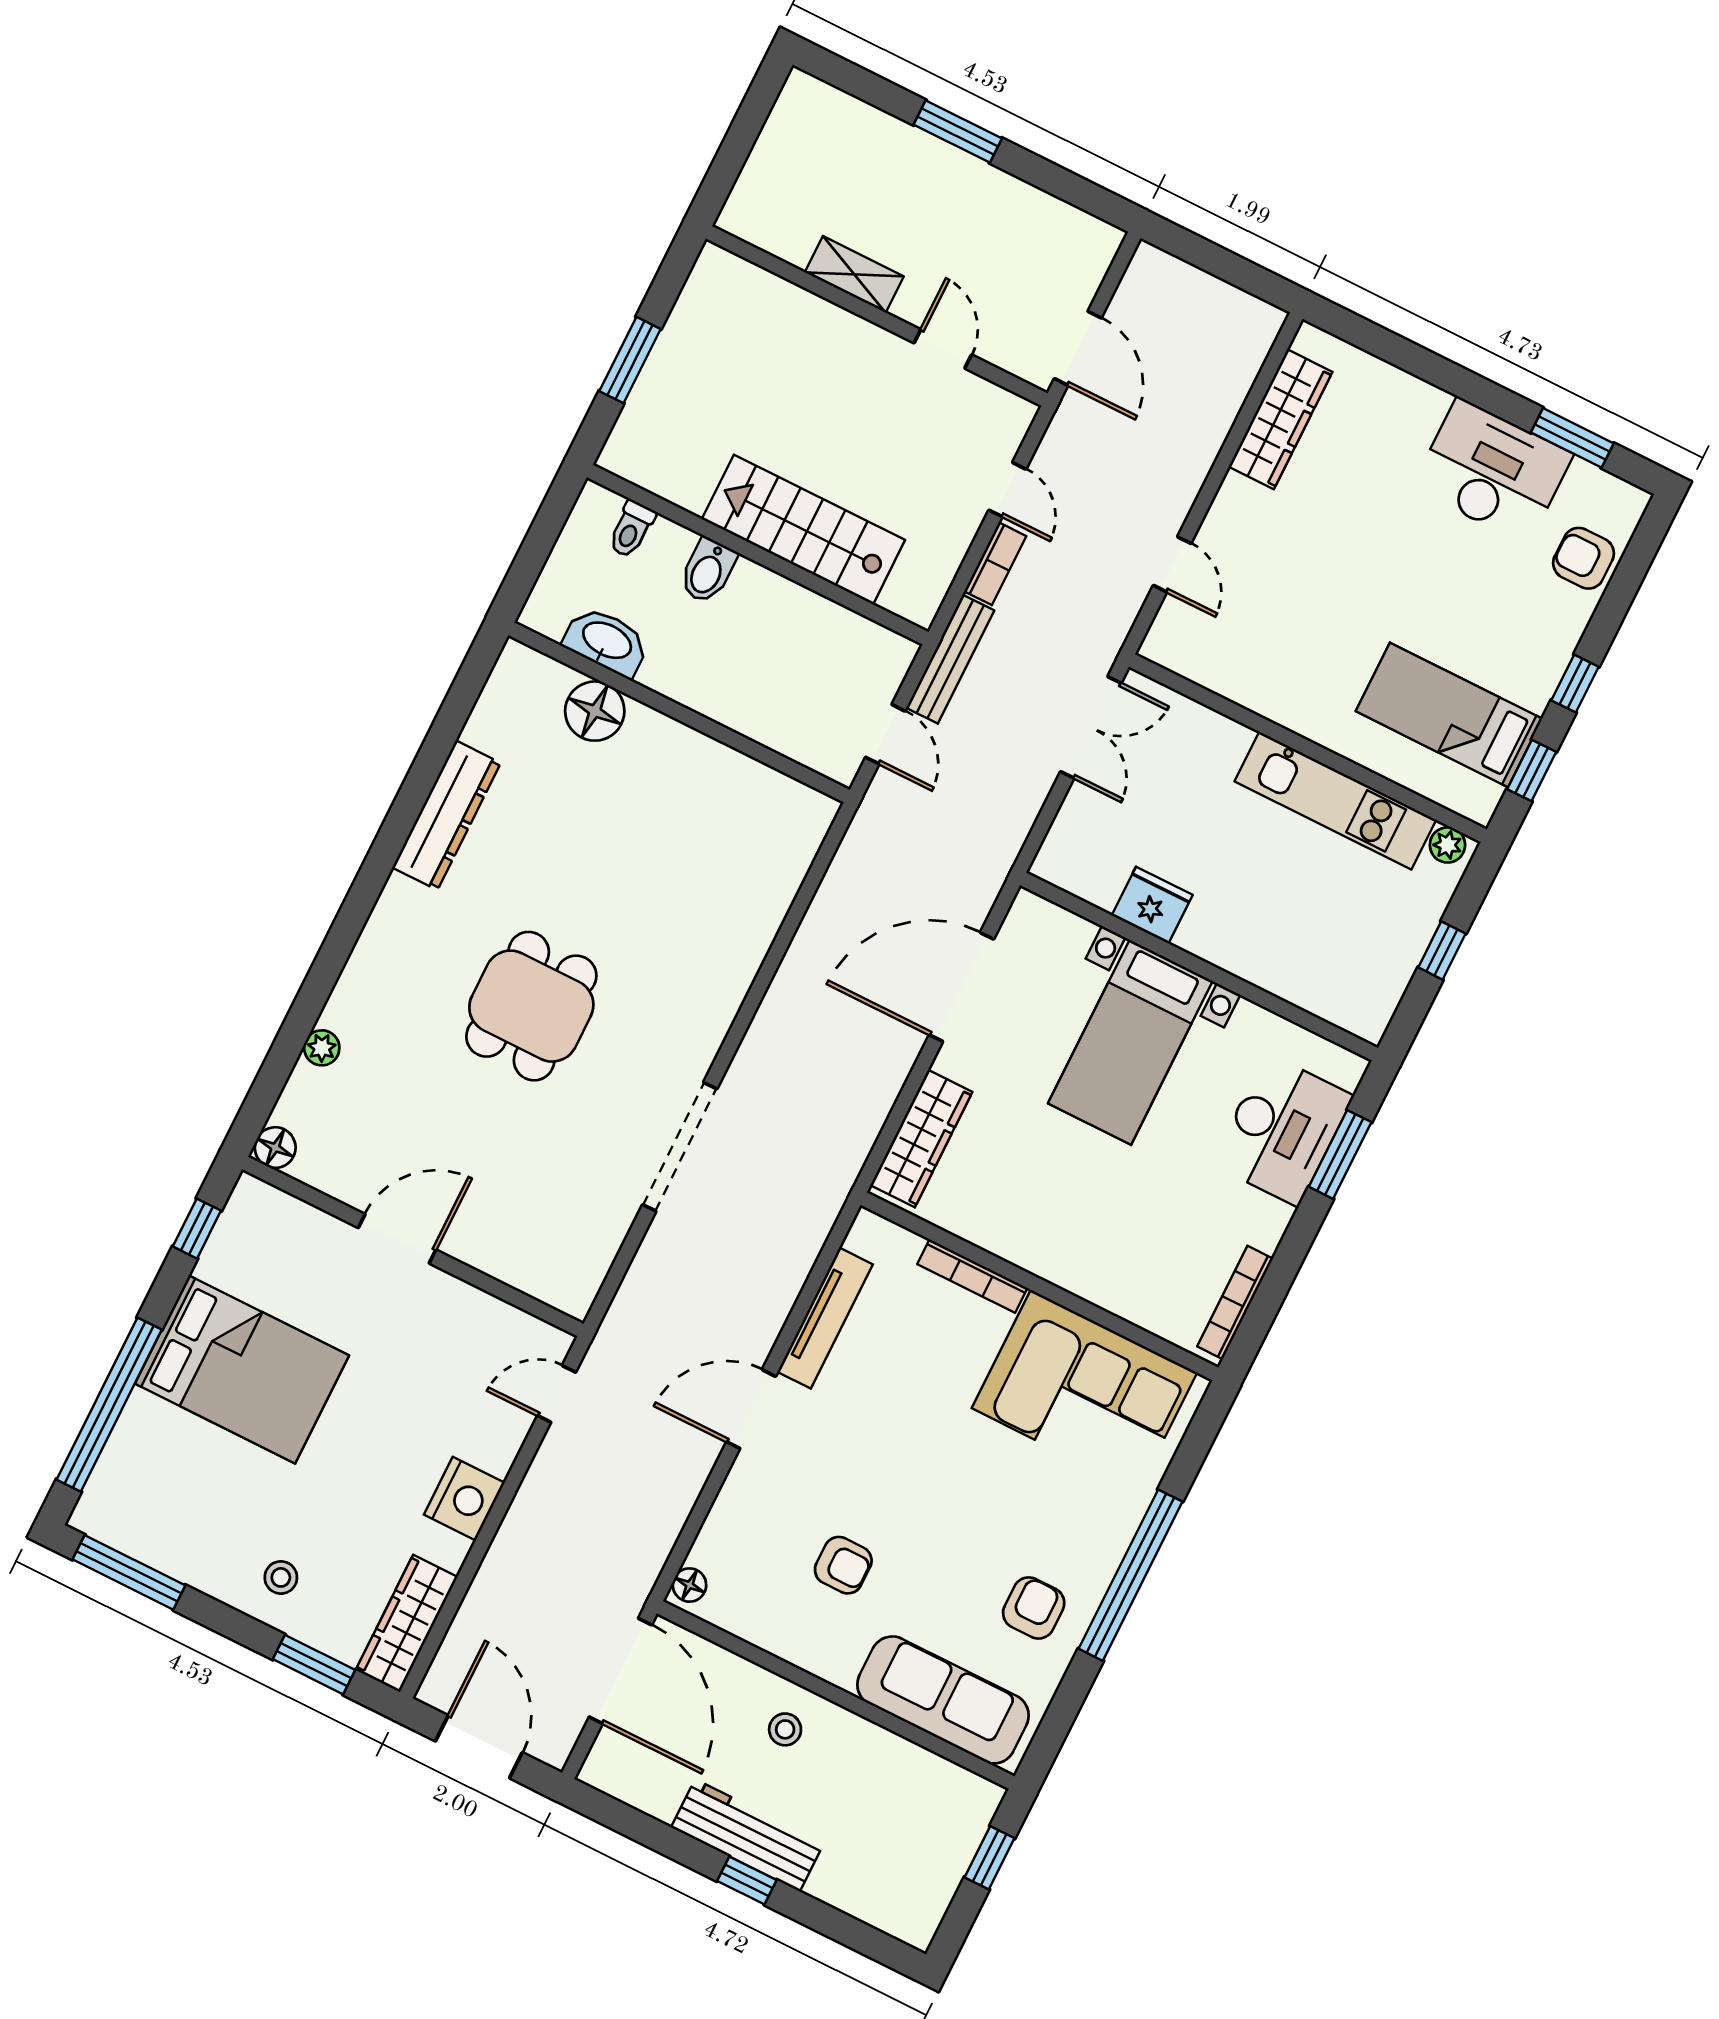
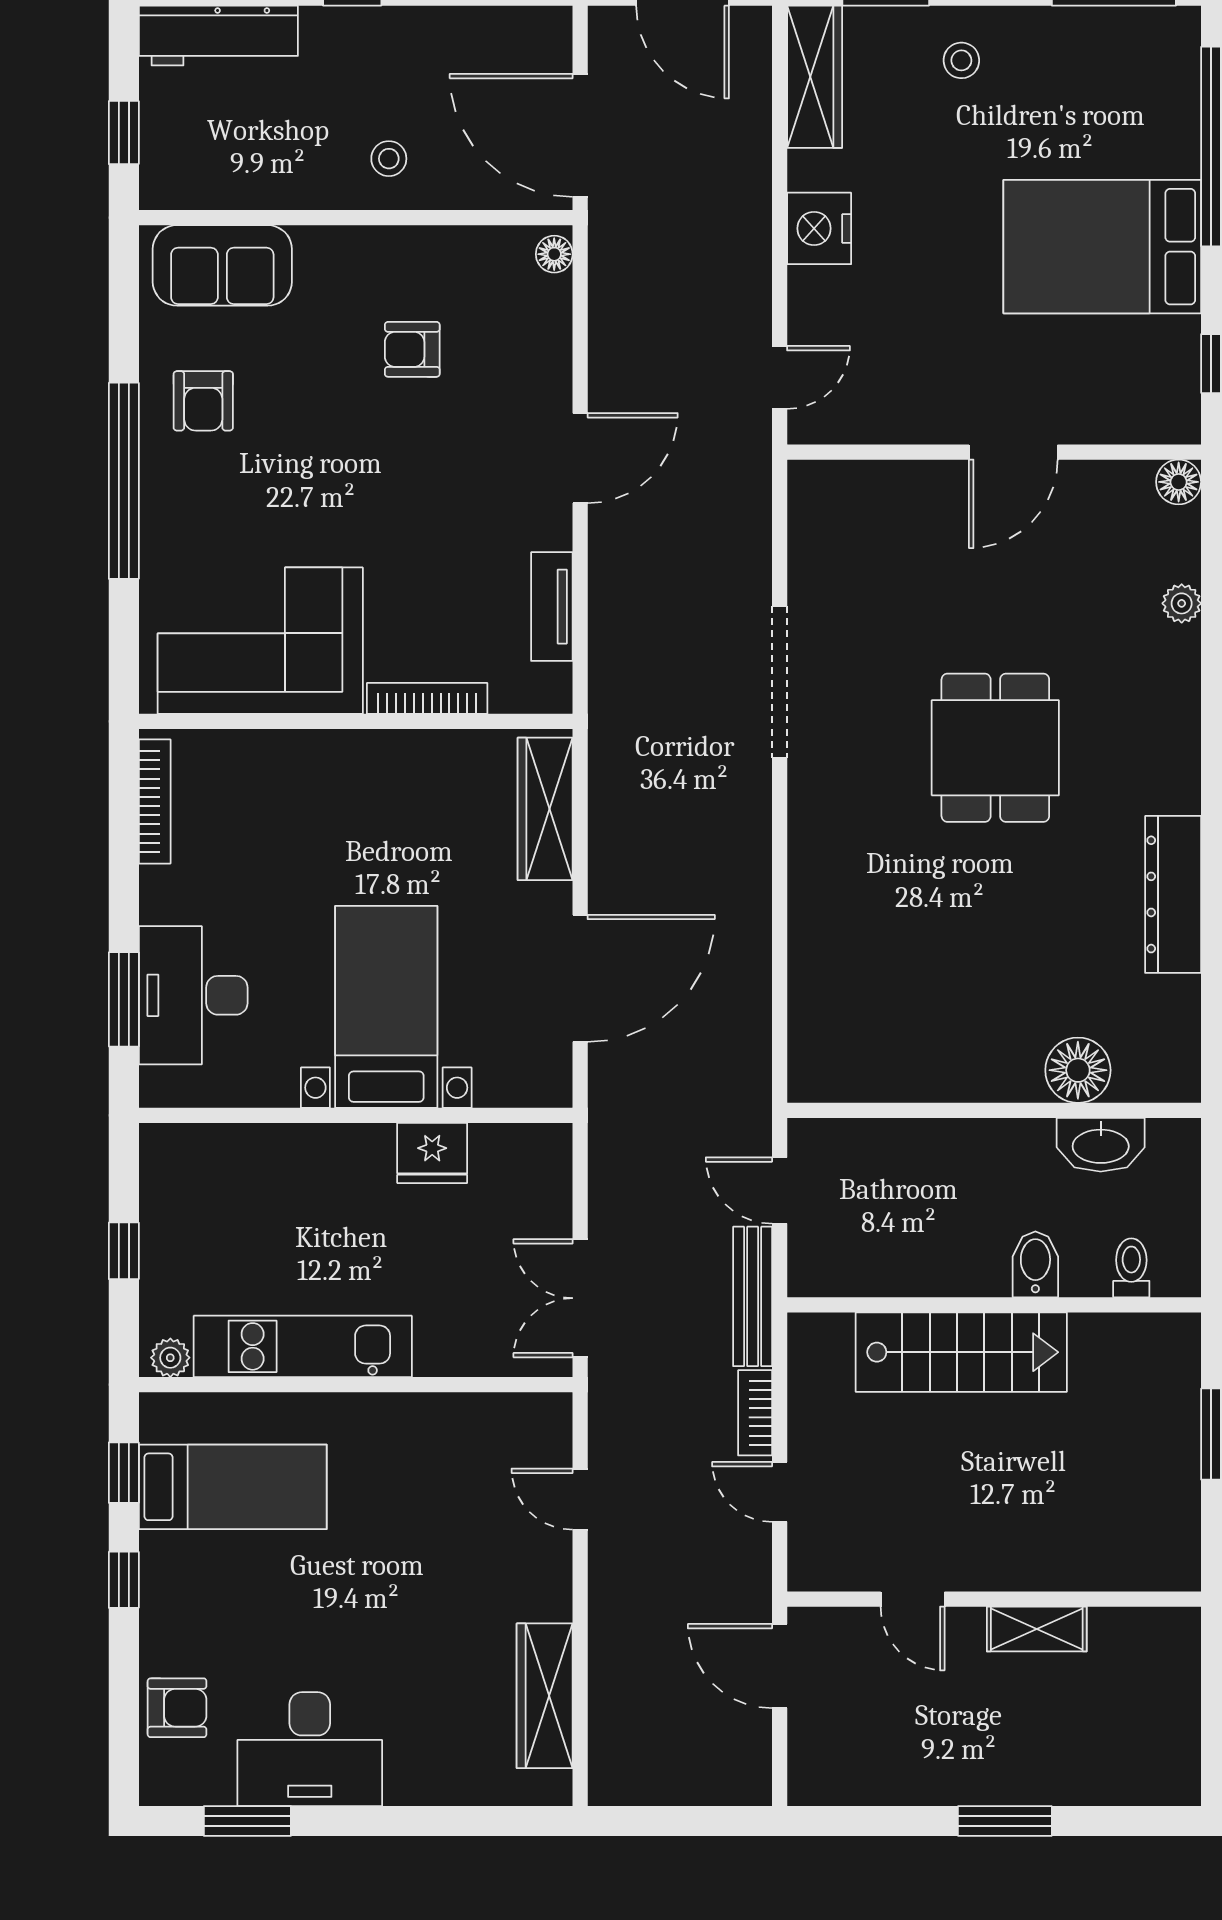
tv unit: (825, 1318) -> (552, 607), width x0.71
sofa: (943, 1700) -> (222, 265), width x0.73
workbench: (748, 1835) -> (218, 36), moved

